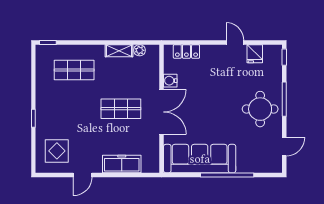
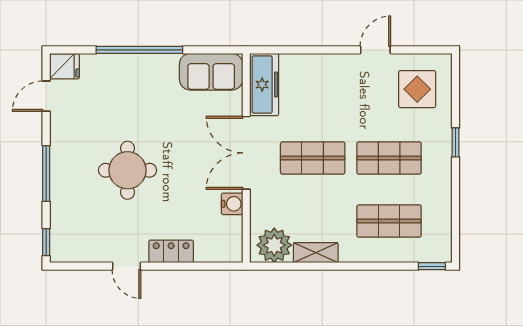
plant: (139, 50) -> (274, 245), width x1.87, depth x1.87
locker: (186, 51) -> (171, 251), moved
fridge: (255, 54) -> (65, 66), moved, turned 90
shop shelf: (74, 109) -> (389, 158), added
round table: (260, 109) -> (128, 170), moved
sofa: (200, 159) -> (211, 72), width x0.54, depth x0.79
freezer: (122, 164) -> (264, 85), moved, turned -90

